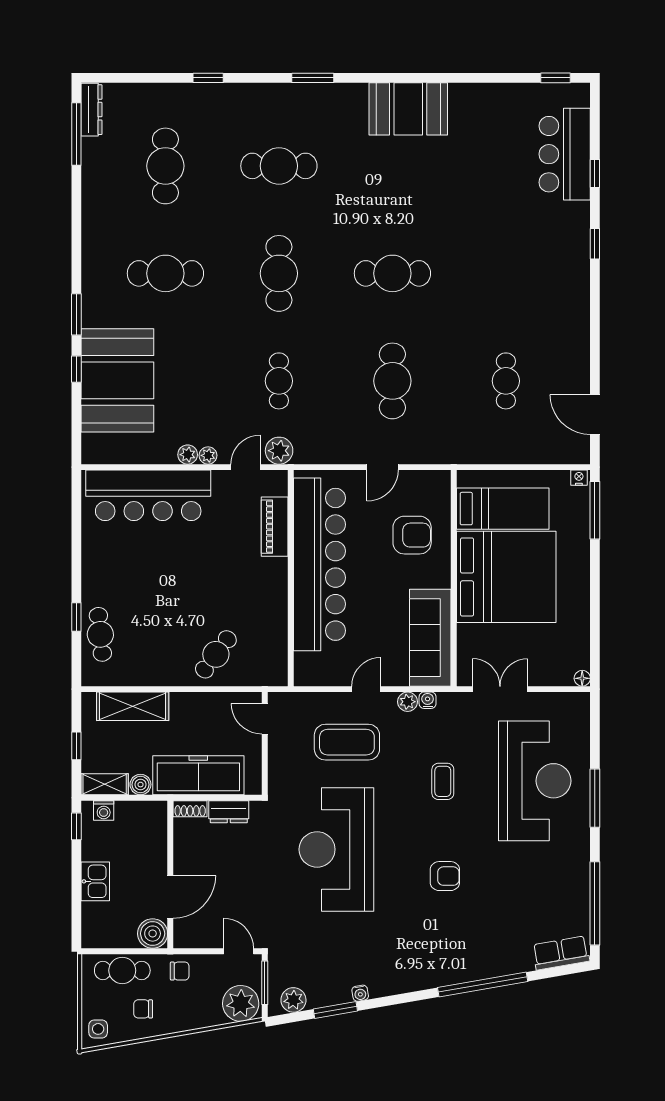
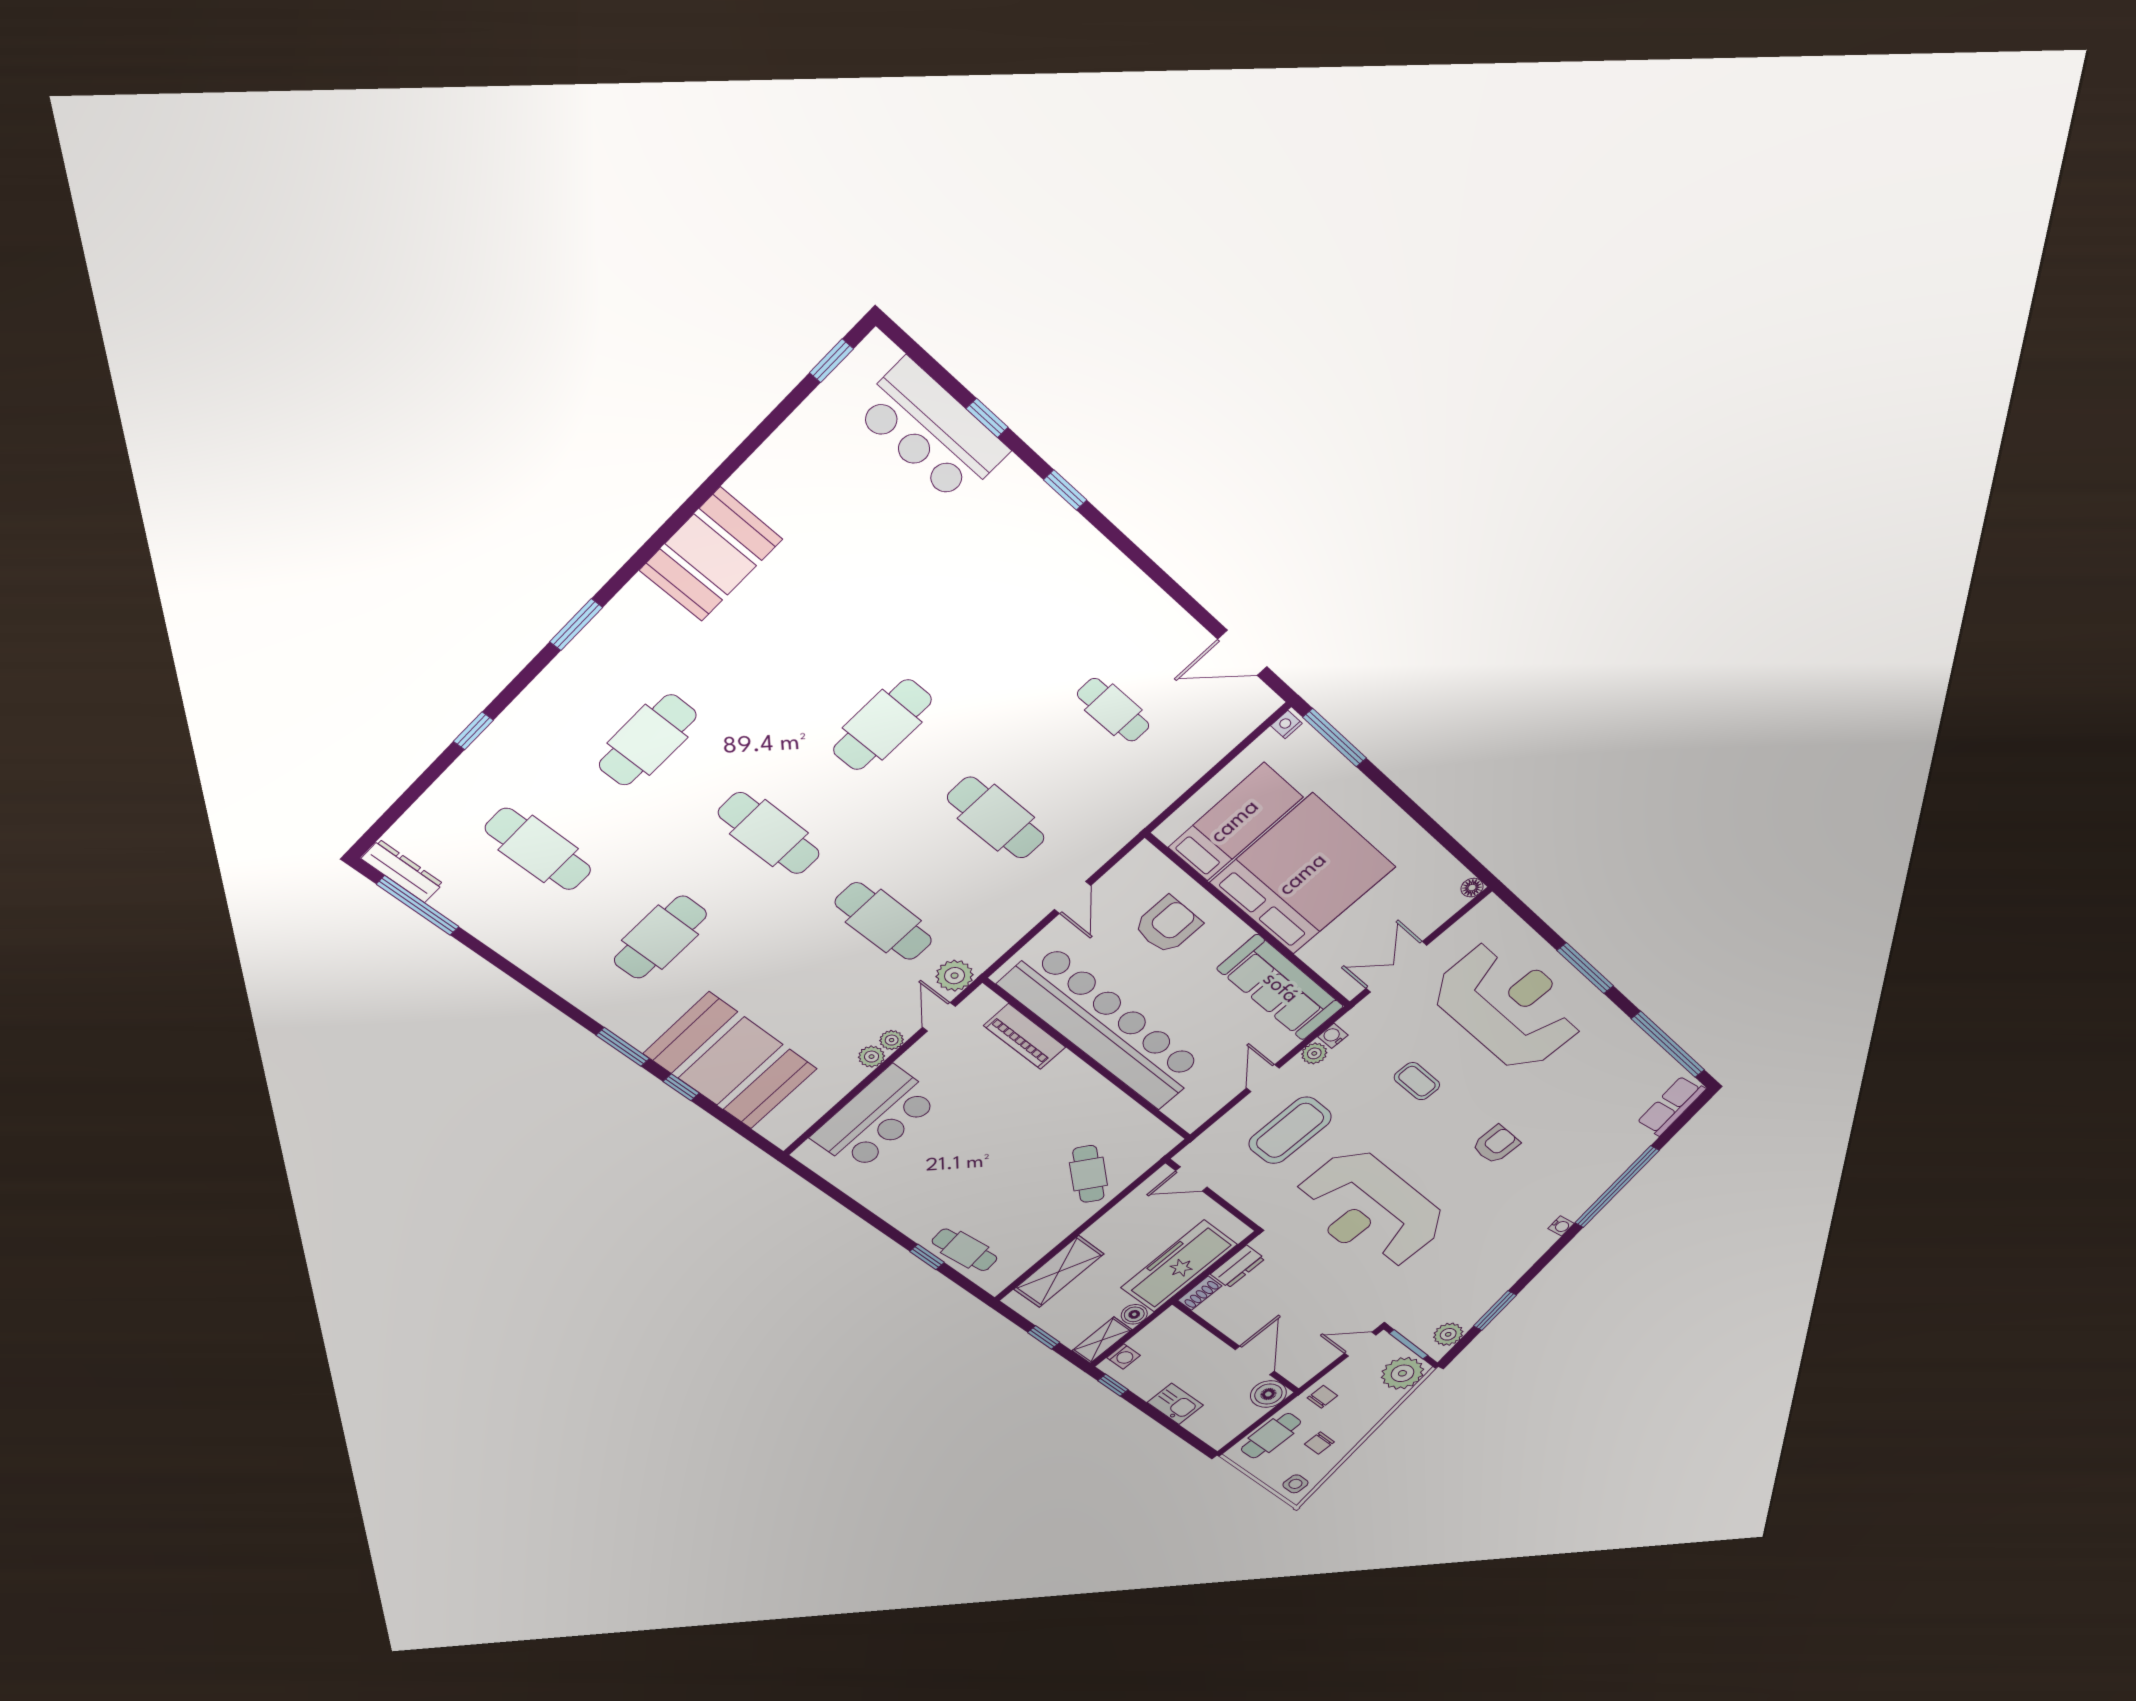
cafe table: (279, 381) -> (883, 921), width x1.37, depth x1.35
bar counter: (148, 495) -> (875, 1118), width x0.73
water cooler: (360, 993) -> (1561, 1226), moved

